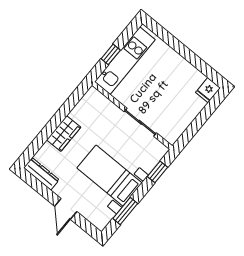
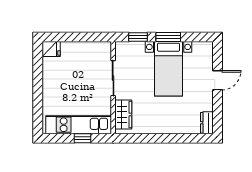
wardrobe: (64, 134) -> (123, 115), moved, turned 90
dresser: (41, 174) -> (207, 123), width x0.70
window: (125, 211) -> (168, 37), moved

